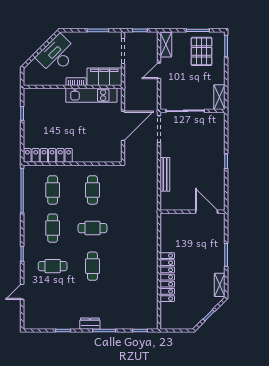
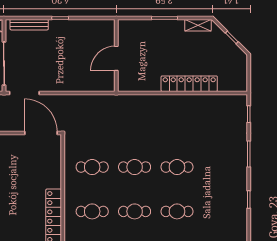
door: (123, 126) -> (41, 133), moved
bench: (165, 174) -> (29, 25), moved
door: (207, 212) -> (116, 58), moved
cafe table: (92, 228) -> (135, 167), turned 90
cafe table: (53, 266) -> (177, 211), turned 90
dresser: (90, 324) -> (241, 170), removed

